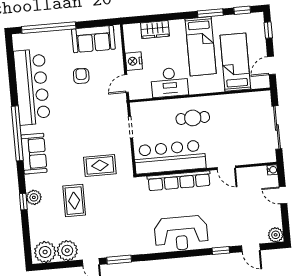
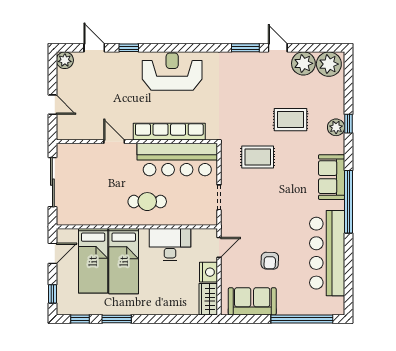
wardrobe: (155, 29) -> (208, 299), moved, turned -90
bed: (201, 46) -> (124, 261), moved, turned 180
water cooler: (272, 170) -> (62, 134), removed
rug: (74, 201) -> (290, 120), turned 90

